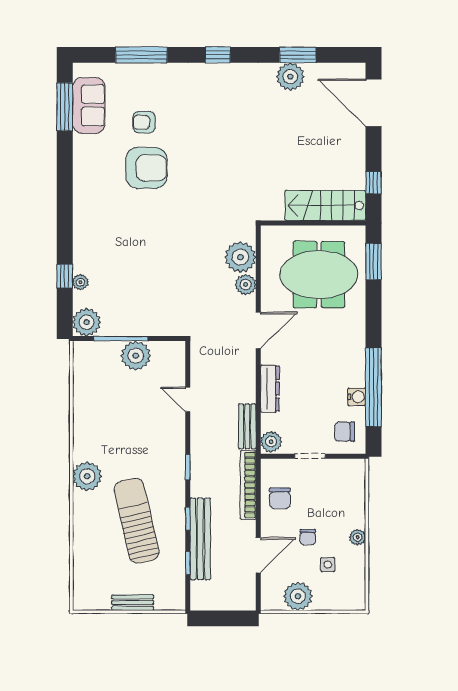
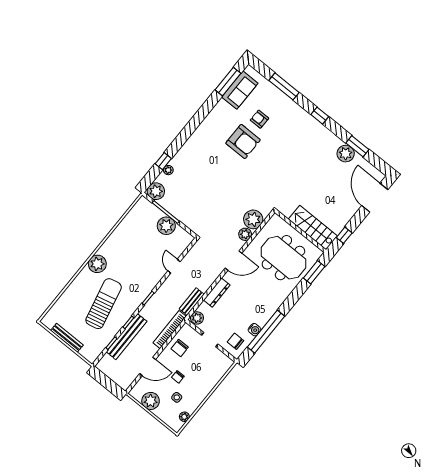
plant: (358, 537) -> (184, 417), moved
bench: (133, 603) -> (67, 338), width x1.36

